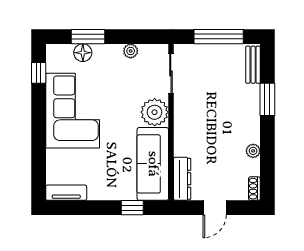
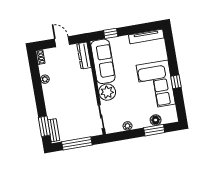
window: (39, 73) -> (176, 82), moved
window: (267, 99) -> (44, 126), moved
tv unit: (66, 193) -> (146, 36), width x1.41
door: (215, 208) -> (62, 42), hinge flipped

